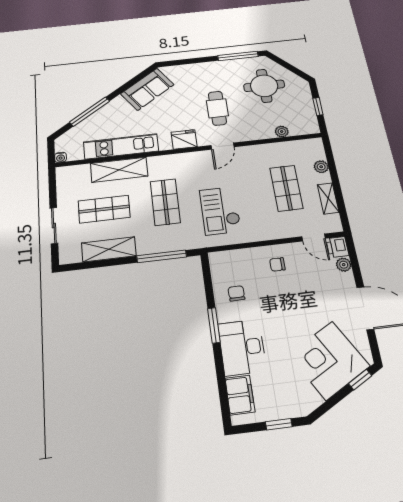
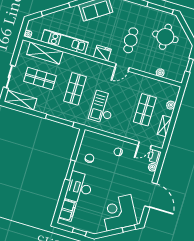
shelving: (119, 170) -> (45, 53), moved
door: (314, 238) -> (145, 145), hinge flipped
shelving: (109, 249) -> (20, 100), moved

